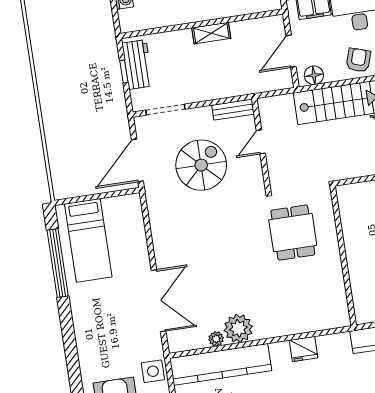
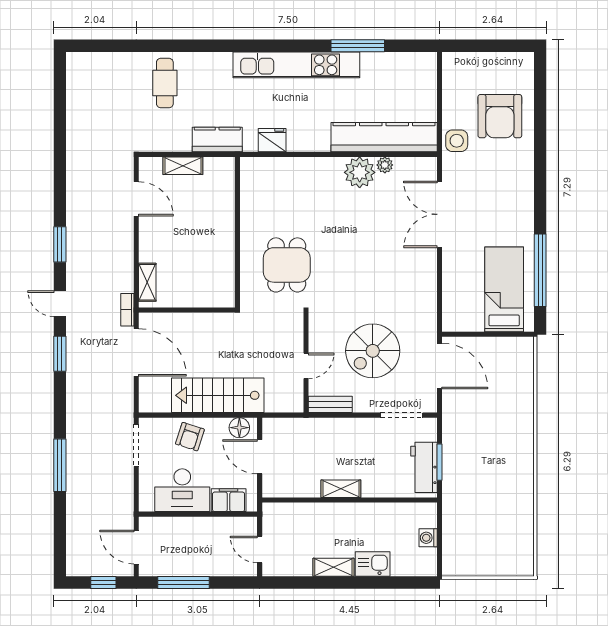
door: (291, 51) -> (260, 457), swing flipped
window: (124, 71) -> (439, 462), width x1.50
door: (137, 160) -> (439, 366), hinge flipped
fridge: (304, 349) -> (272, 140), moved

